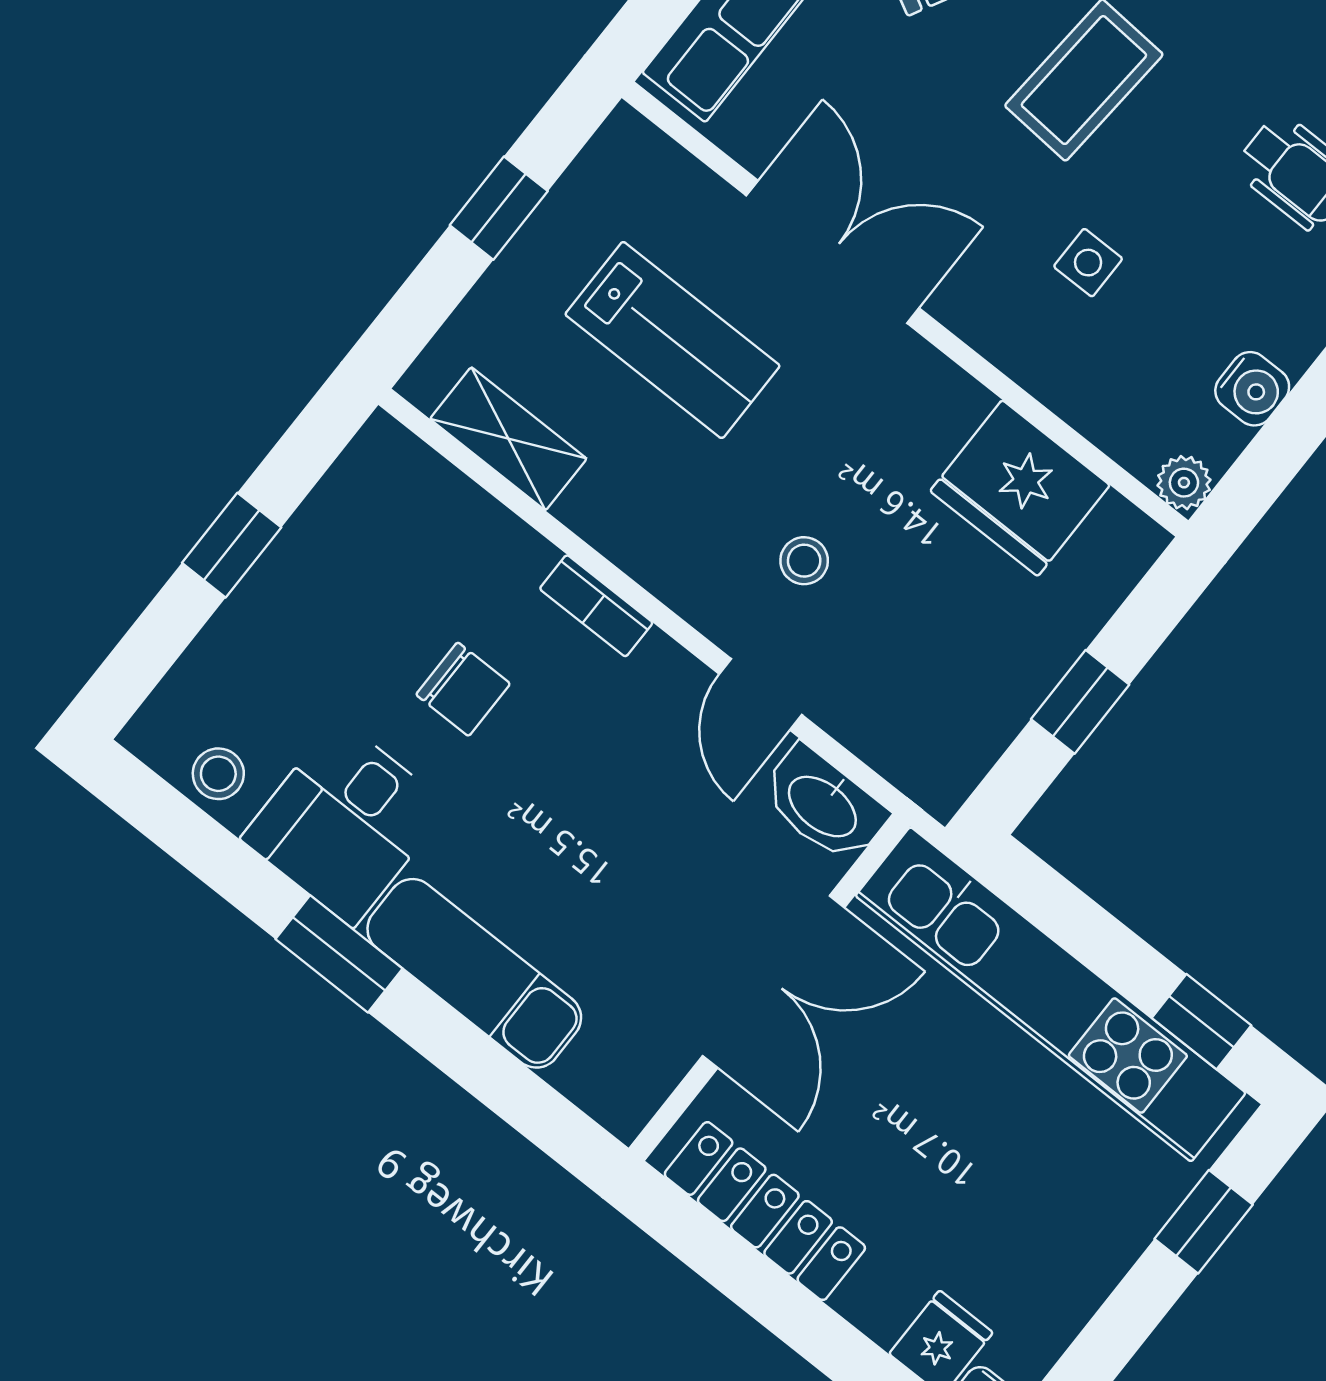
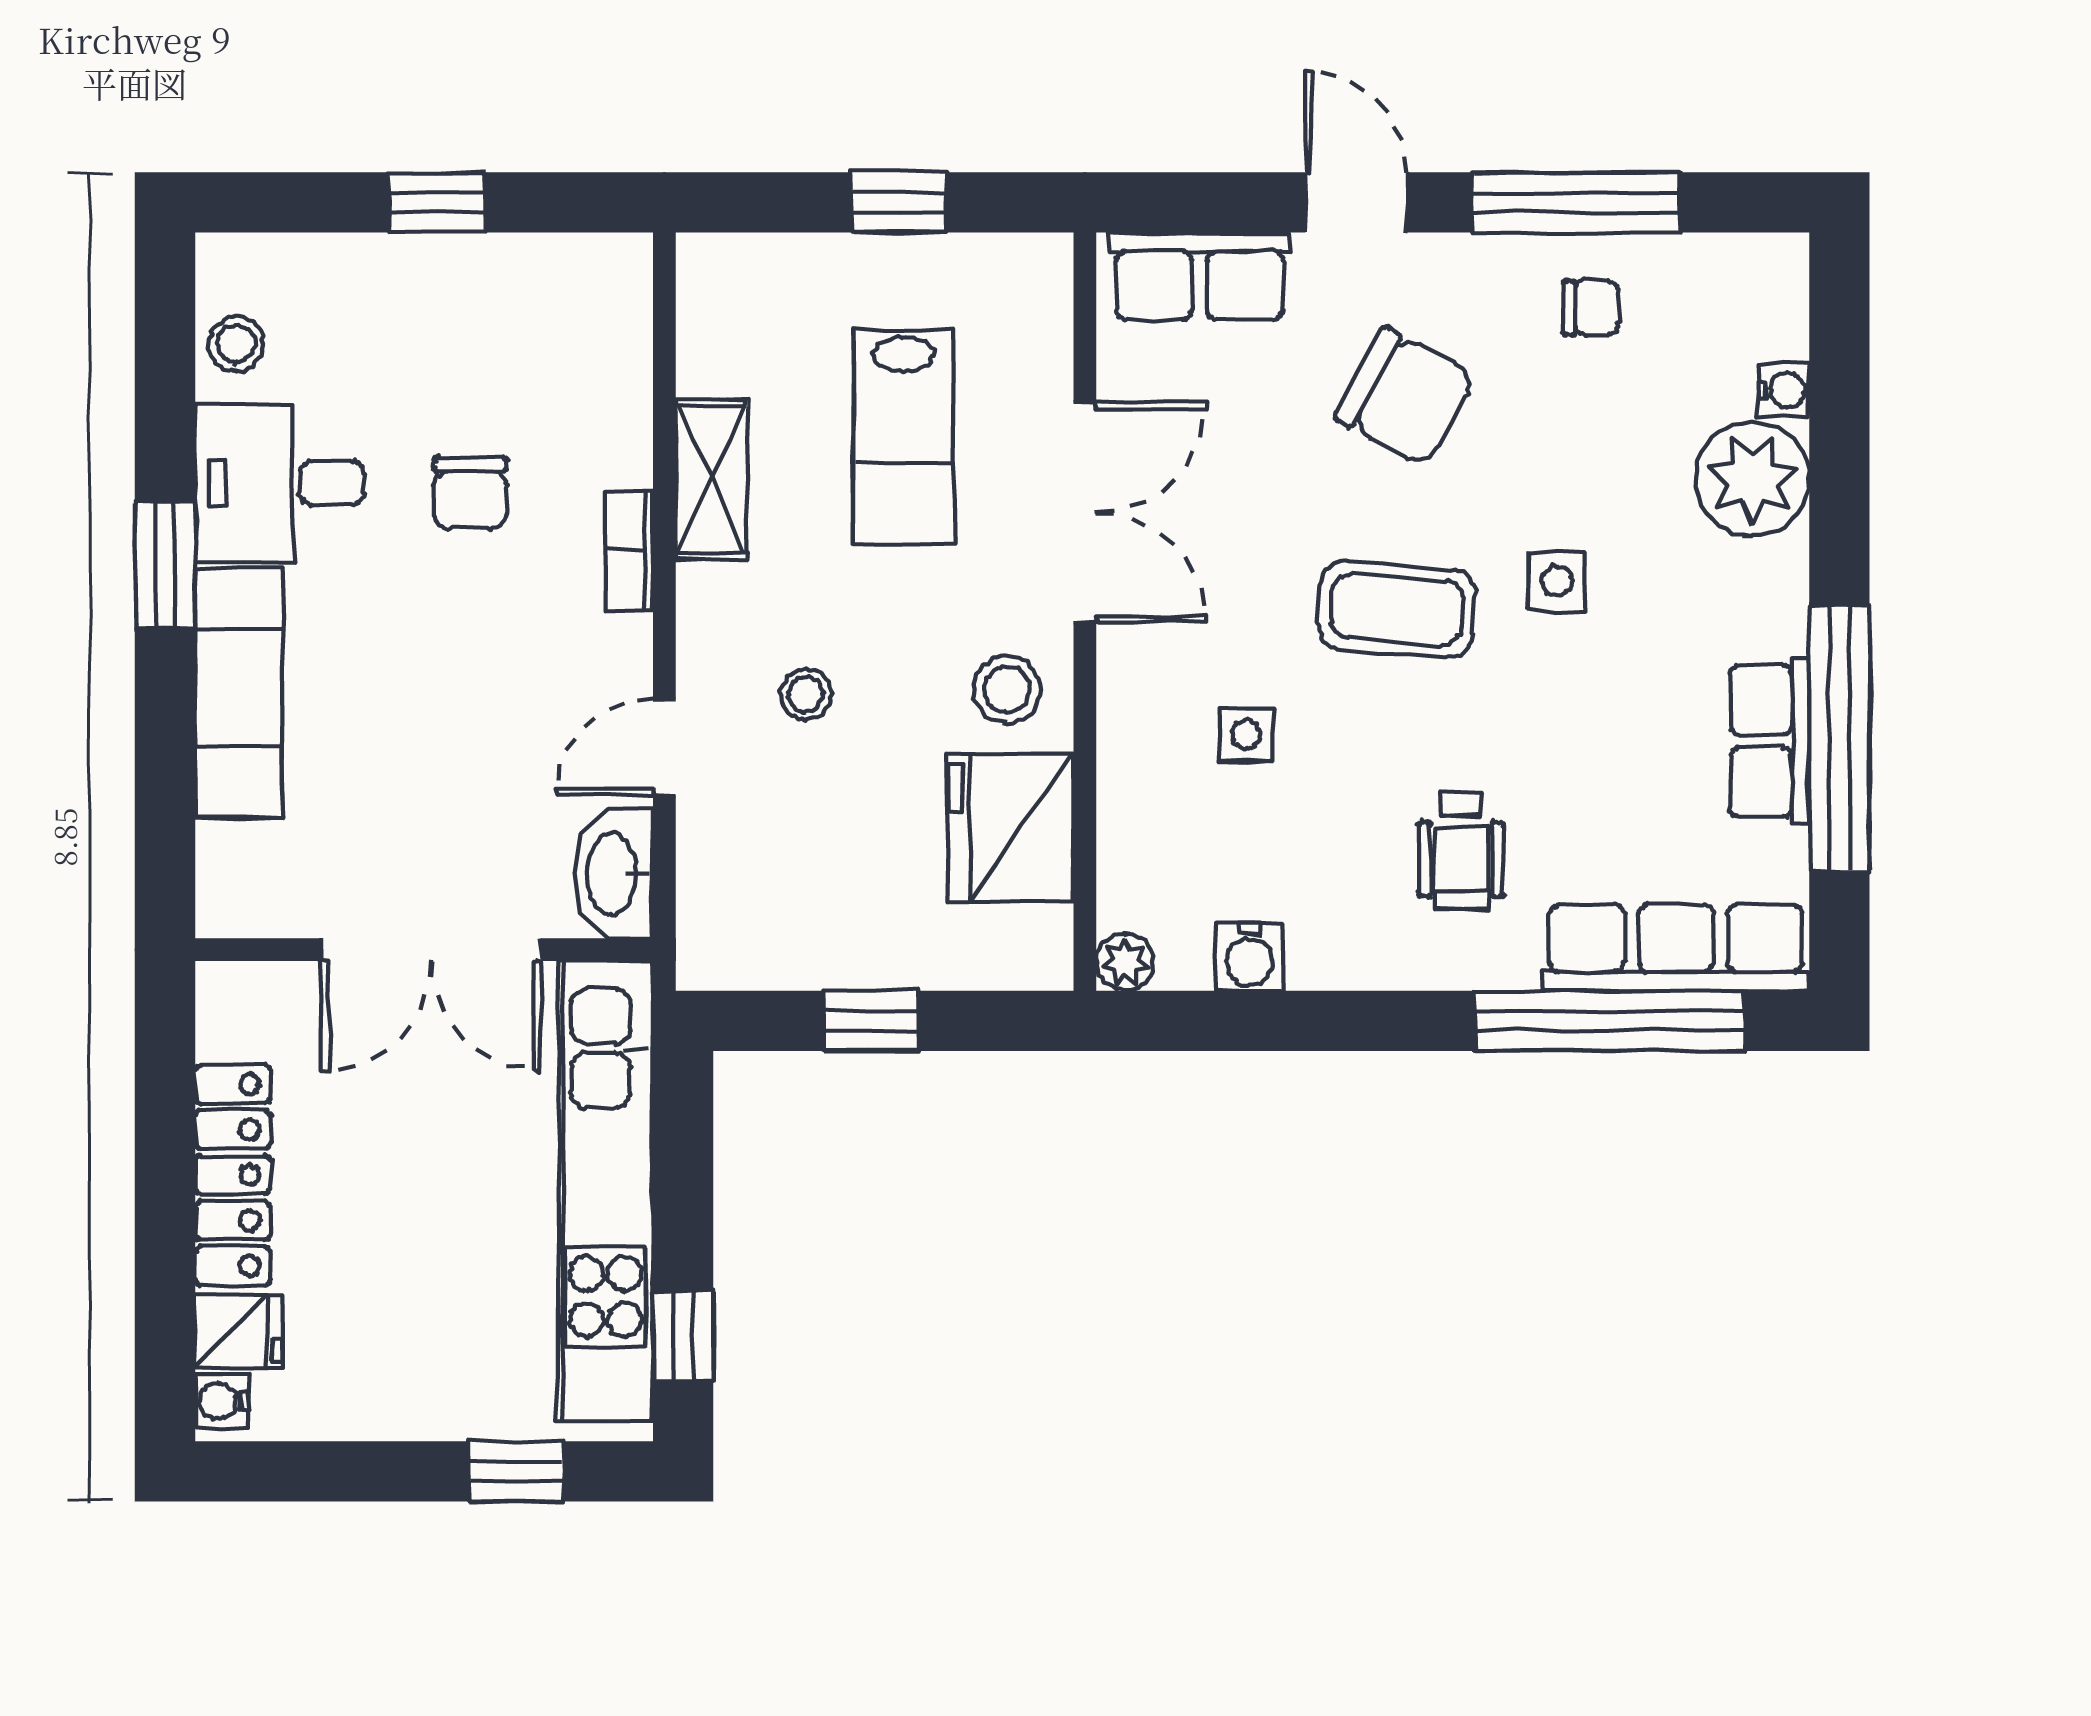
stool: (917, 411) -> (1007, 690), added
shelving: (508, 439) -> (711, 479), moved
locker: (765, 1211) -> (233, 1175), moved

